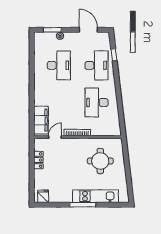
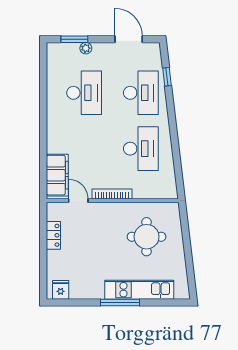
desk: (97, 102) -> (141, 149), turned 180
door: (55, 137) -> (78, 201), hinge flipped

